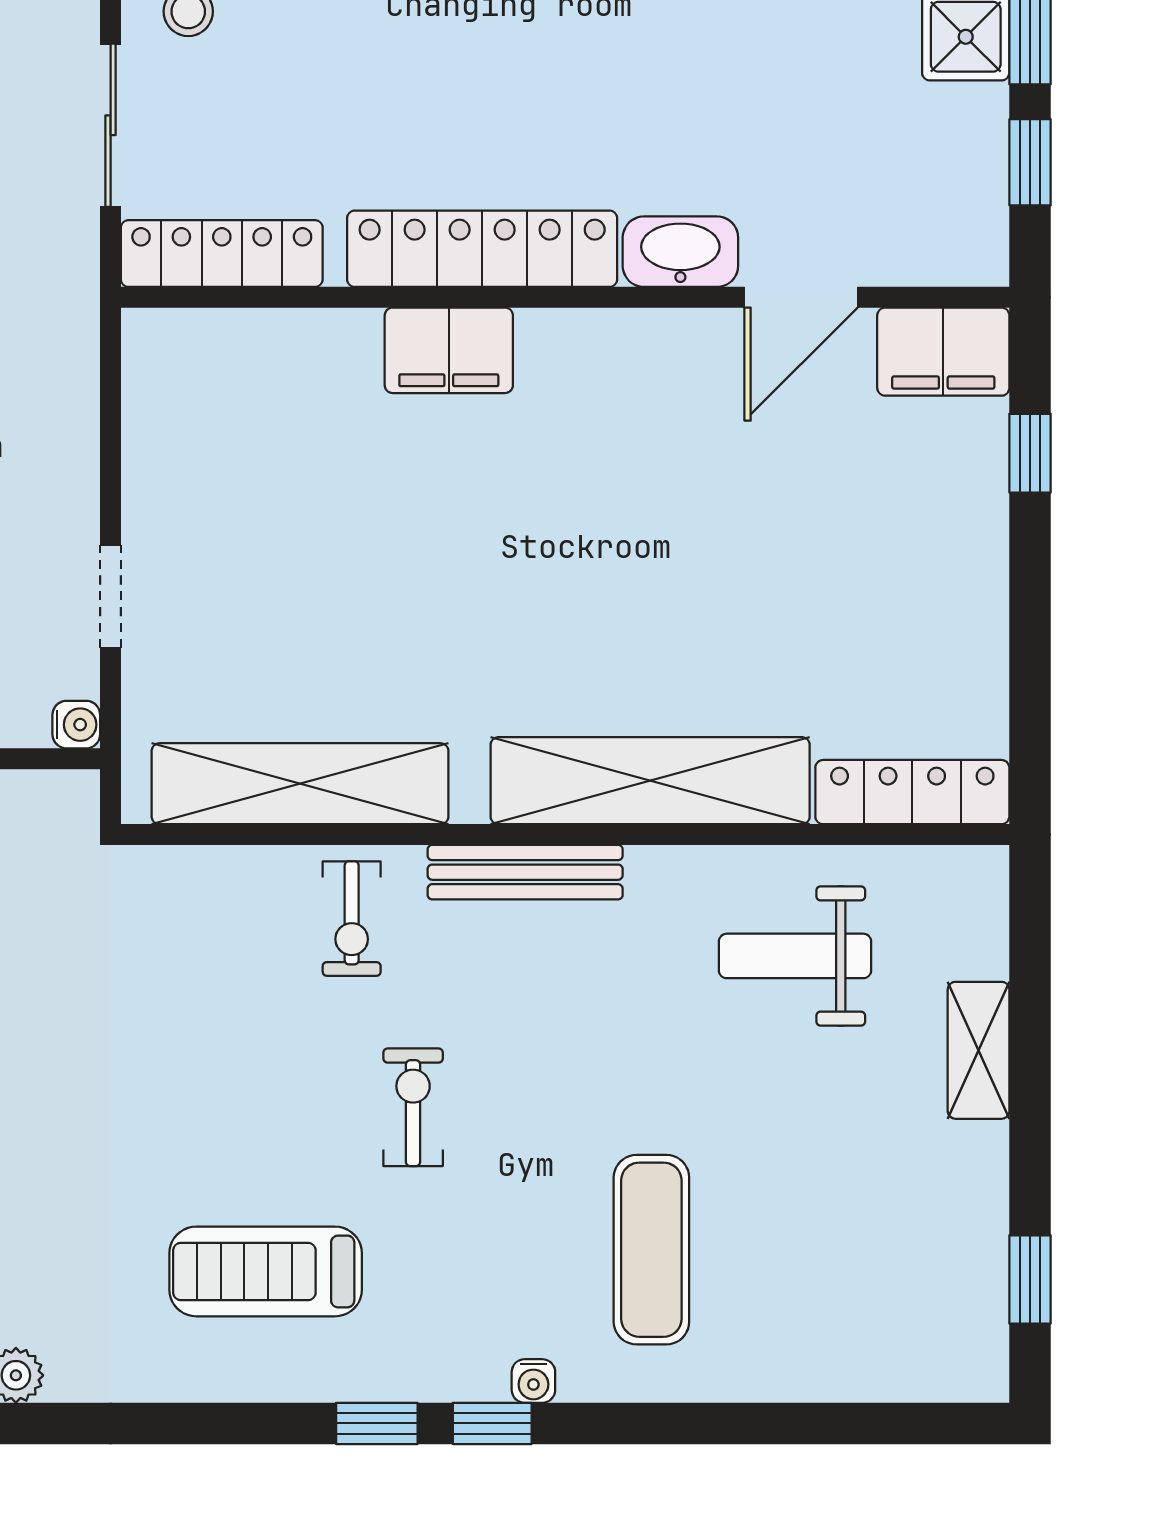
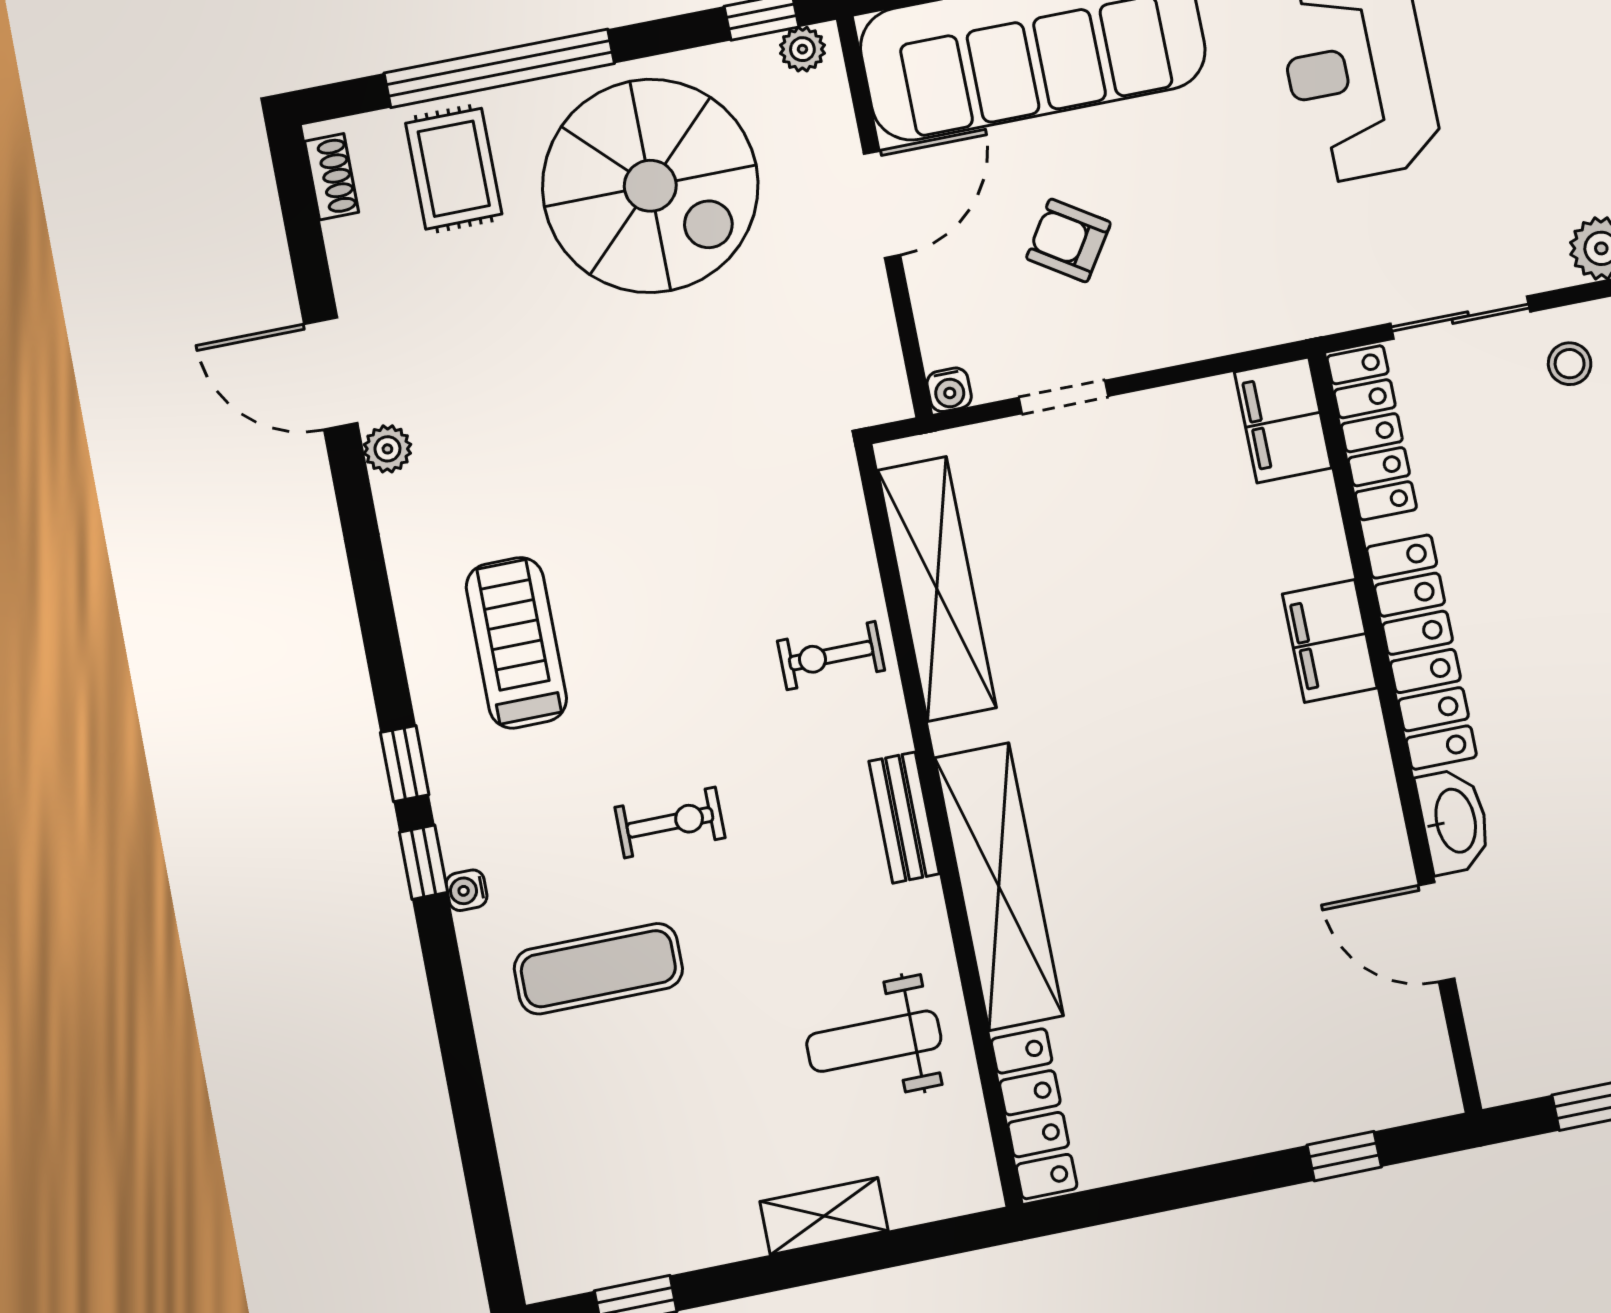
filing cabinet: (943, 352) -> (1283, 420), moved
bench: (525, 872) -> (904, 818), width x0.73
weight bench: (795, 956) -> (874, 1041), turned -90
exercise bike: (413, 1107) -> (670, 822), moved

